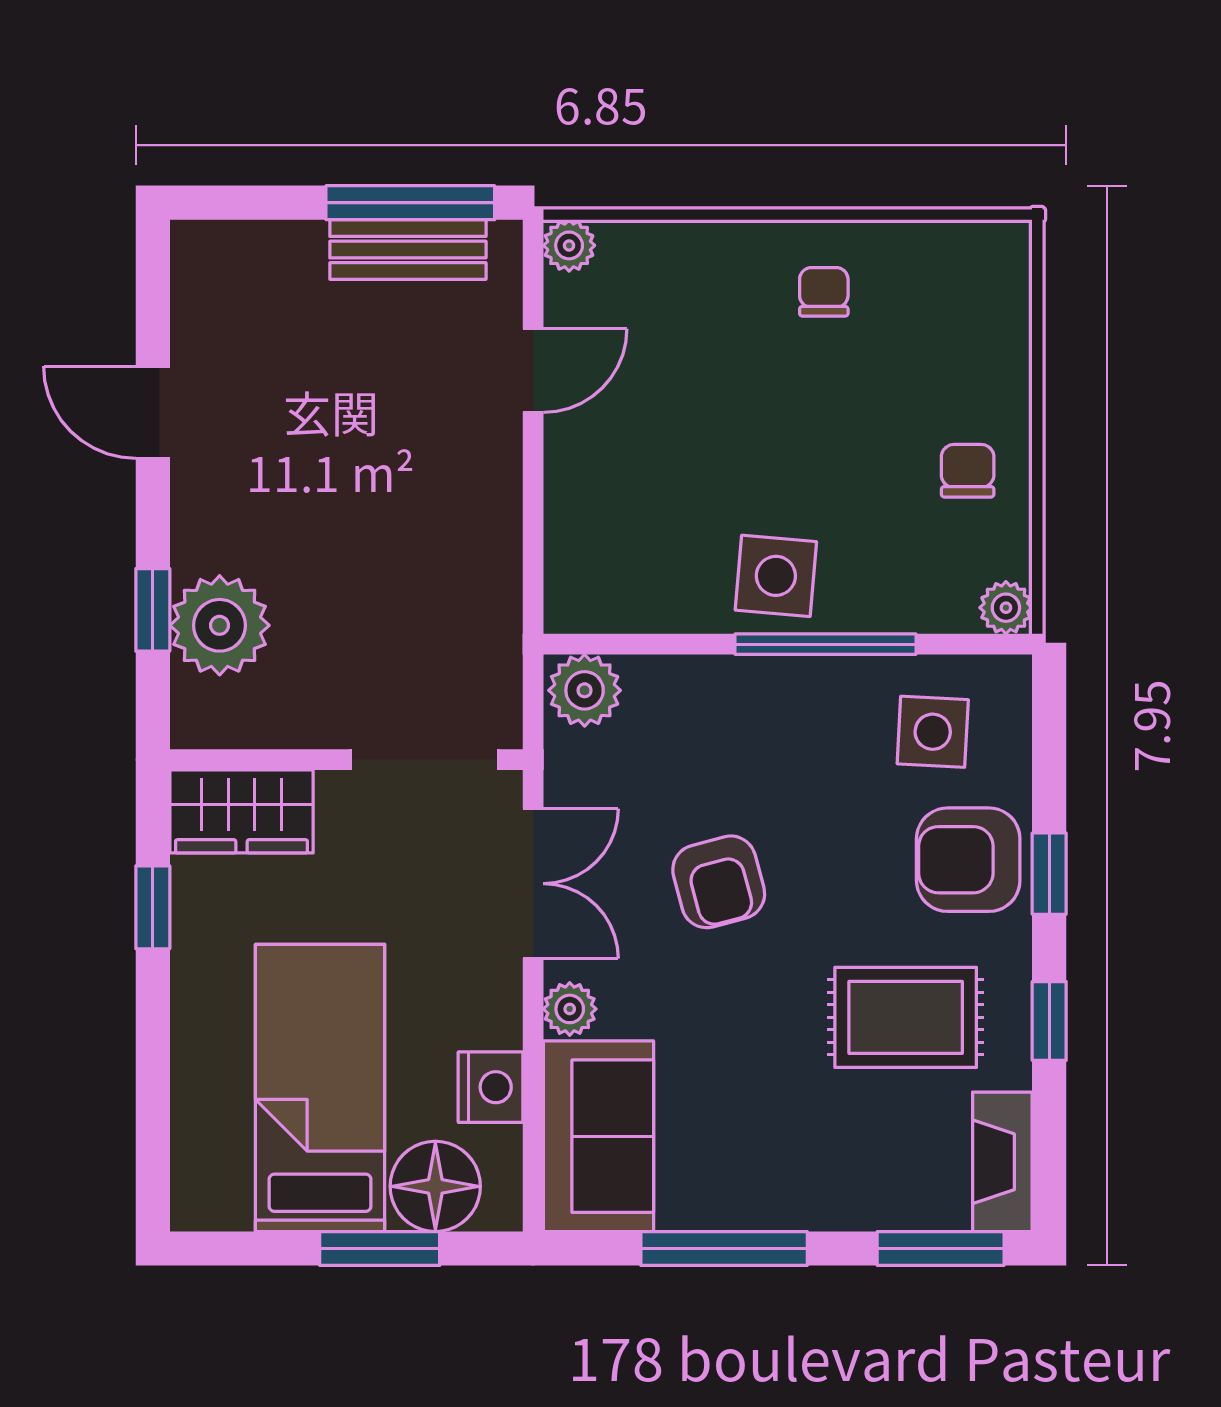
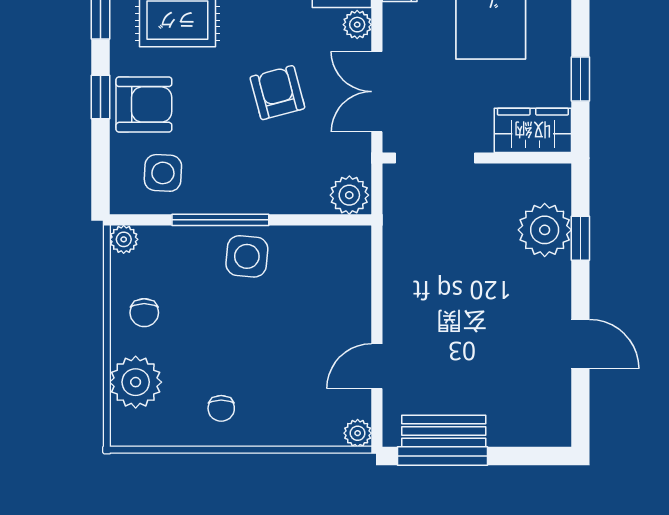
plant: (984, 341) -> (136, 382), added

